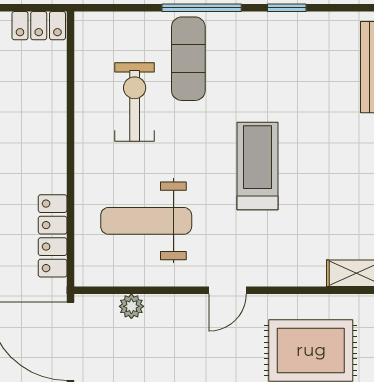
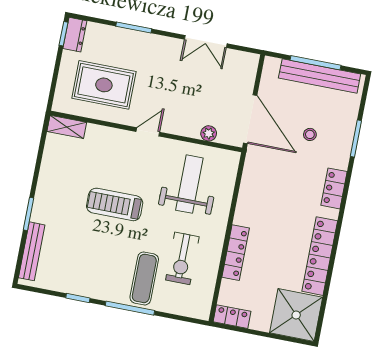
treadmill: (257, 166) -> (115, 204), turned 90
weight bench: (146, 221) -> (189, 184), turned -90
locker: (53, 236) -> (236, 253), moved

